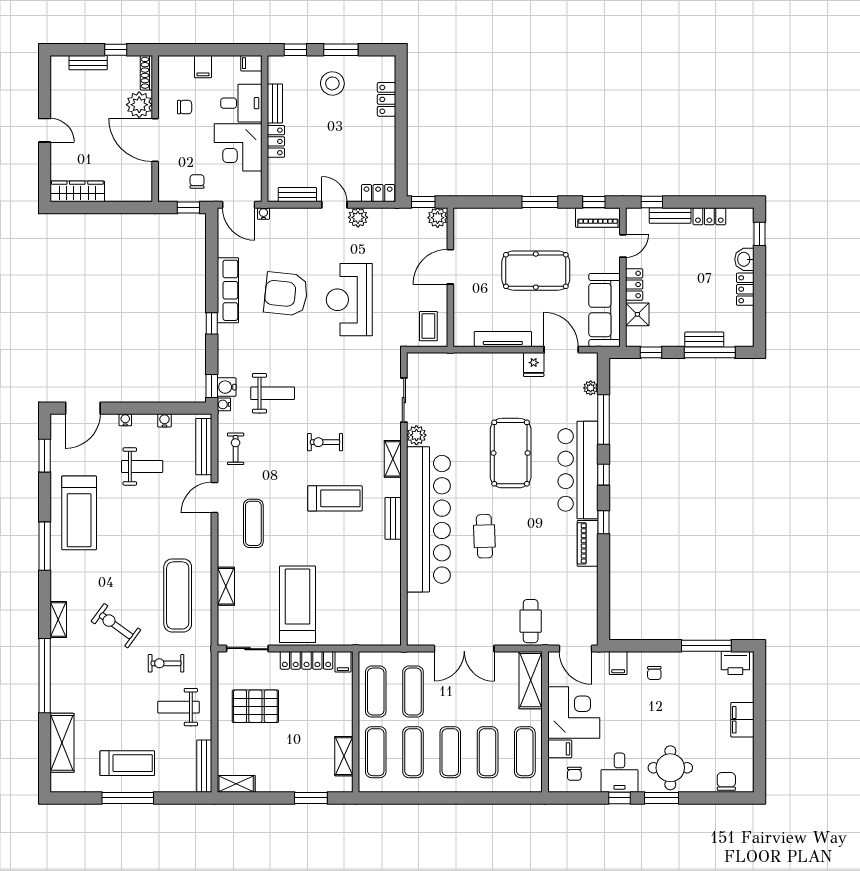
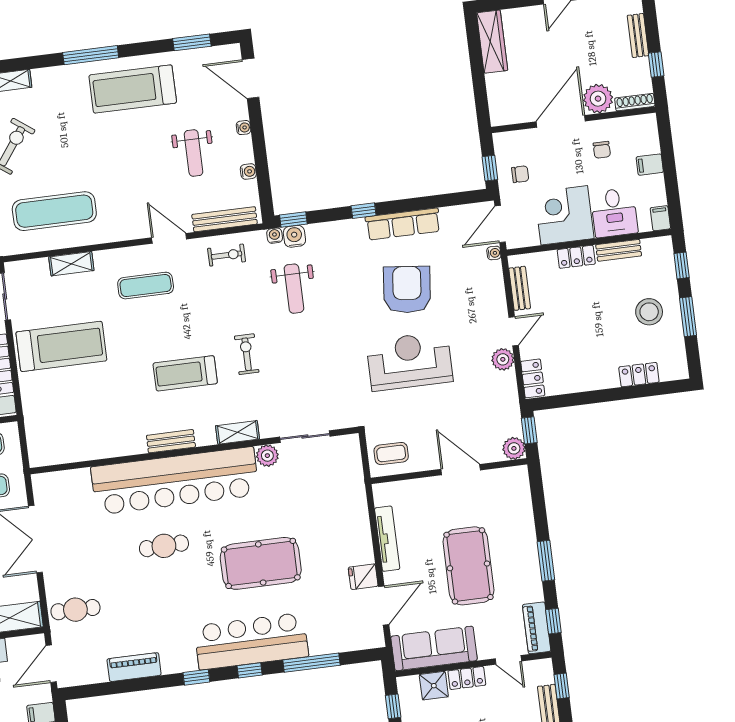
plant: (591, 388) -> (345, 644), removed
treadmill: (335, 498) -> (185, 373), turned 90
piano: (588, 543) -> (134, 667), moved

